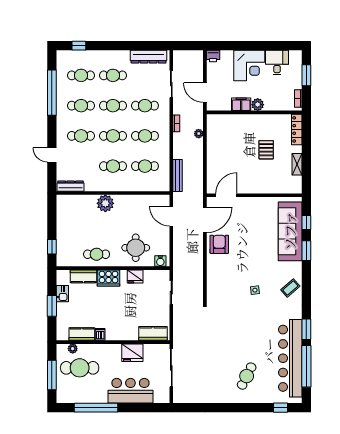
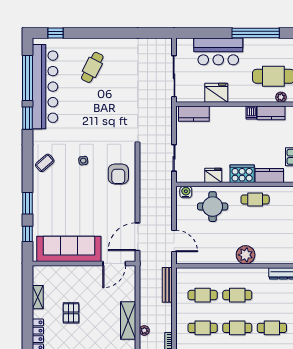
shelving: (214, 143) -> (128, 320), added
sofa: (290, 231) -> (69, 249), moved, turned -90
armchair: (219, 244) -> (118, 174), moved

